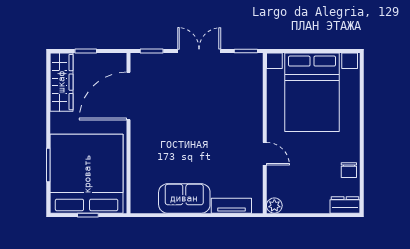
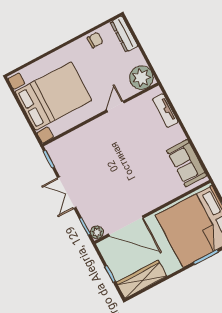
plant: (138, 61) -> (97, 232), added
sofa: (184, 198) -> (187, 163), moved
dresser: (345, 205) -> (124, 34), width x1.44
plant: (274, 206) -> (141, 78), width x1.87, depth x1.87

